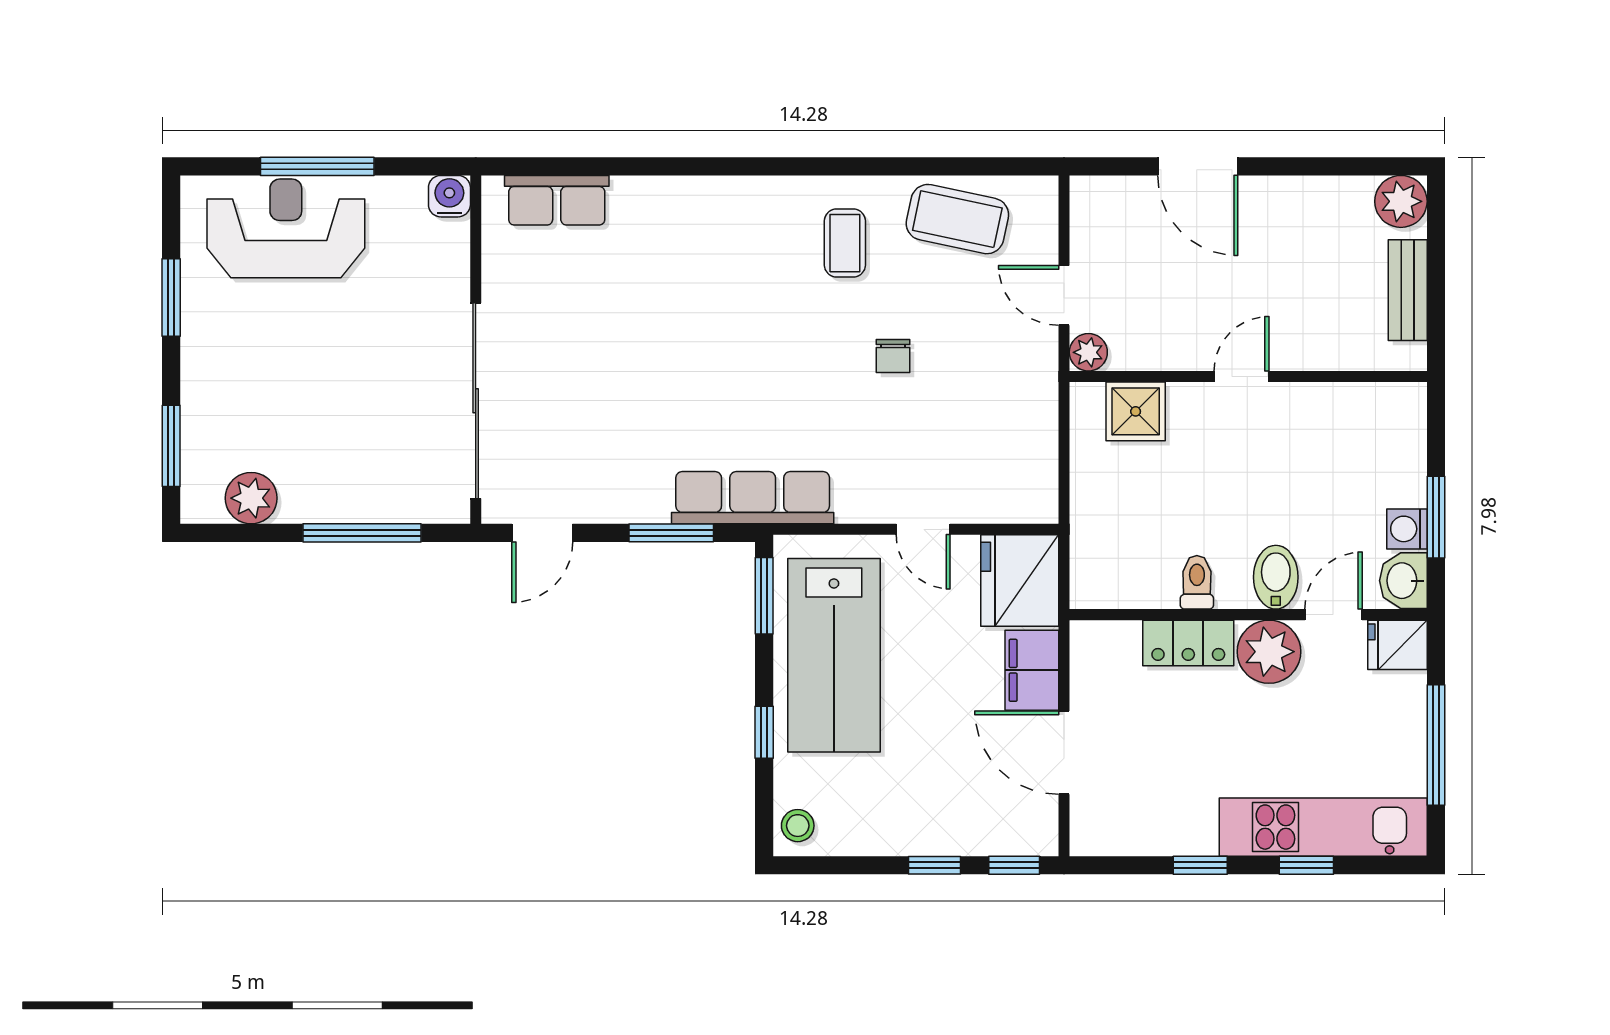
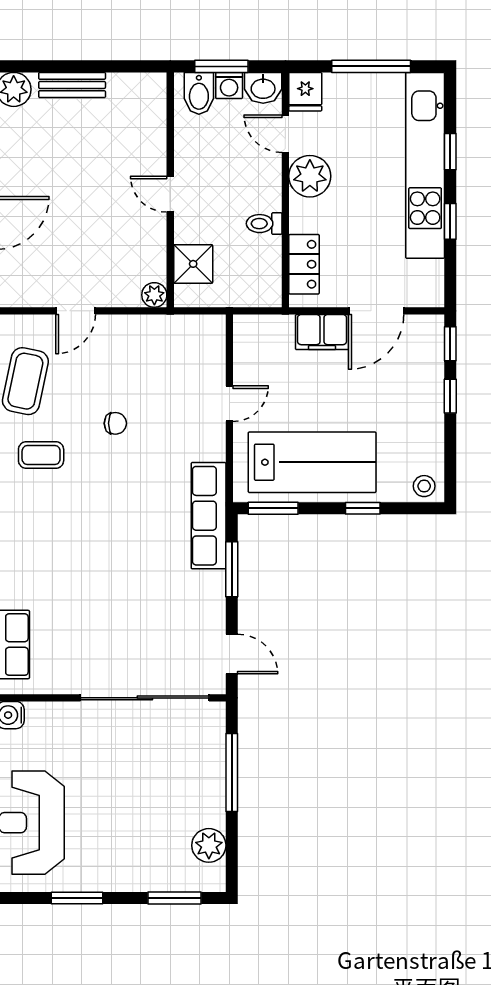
plant: (1088, 352) -> (154, 295), moved
door: (1242, 377) -> (170, 194), moved
wall: (1248, 377) -> (170, 190), moved
shower: (1136, 411) -> (193, 264), moved
bidet: (1276, 577) -> (199, 93), moved, turned -90
fridge: (1020, 581) -> (263, 340), removed
locker: (1188, 643) -> (304, 264), moved
kitchen unit: (1323, 827) -> (425, 165), width x1.36

